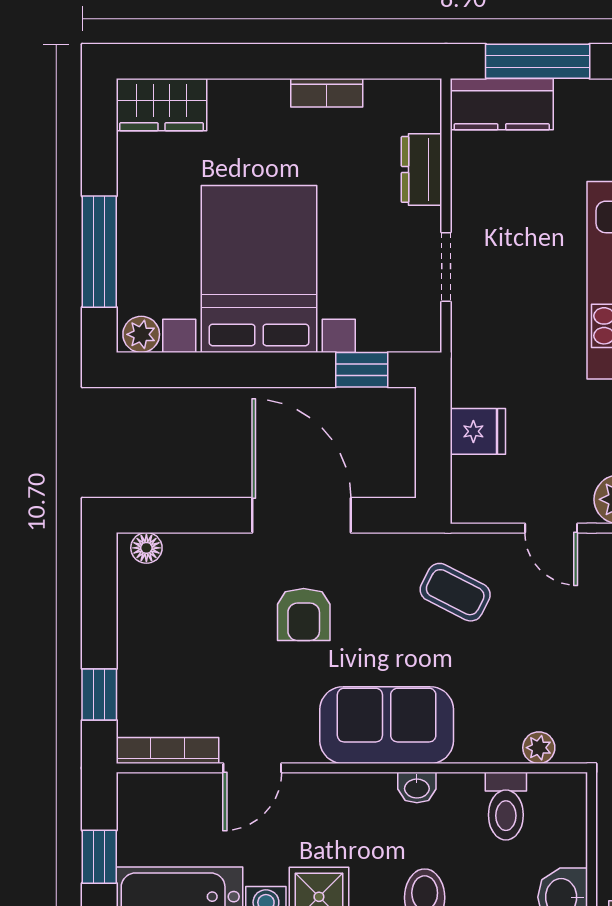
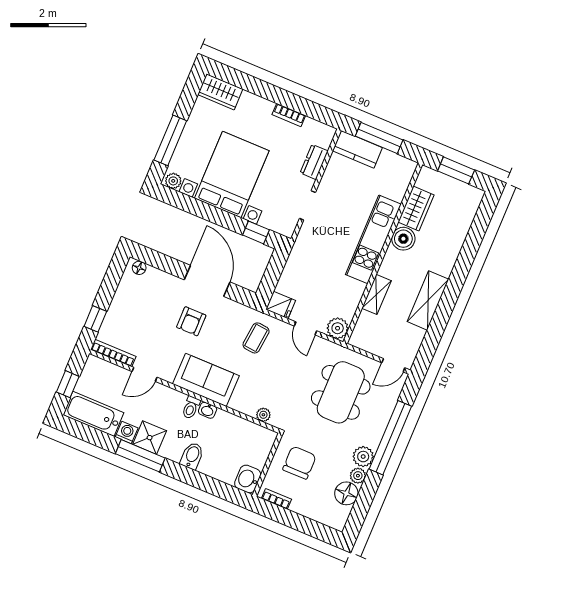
fridge: (478, 431) -> (281, 305), moved
coffee table: (455, 592) -> (256, 338), turned 69
toilet: (506, 806) -> (191, 408), moved, width x0.73, depth x0.72

